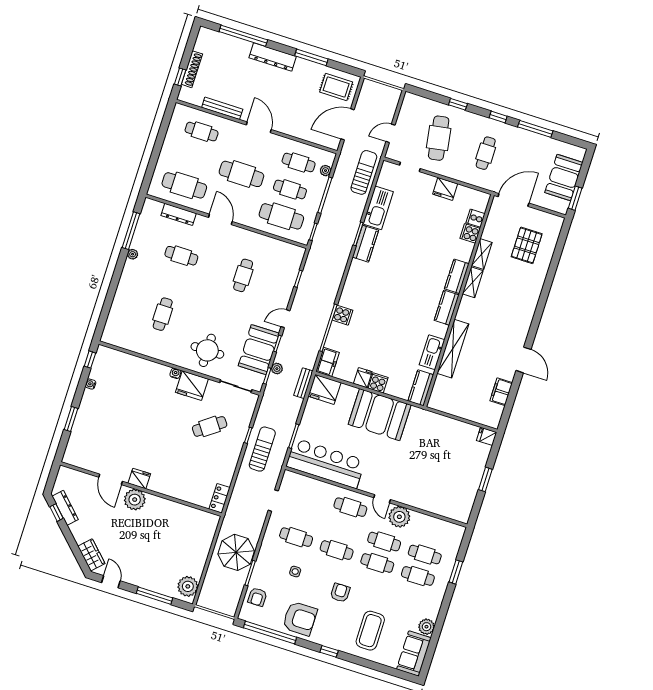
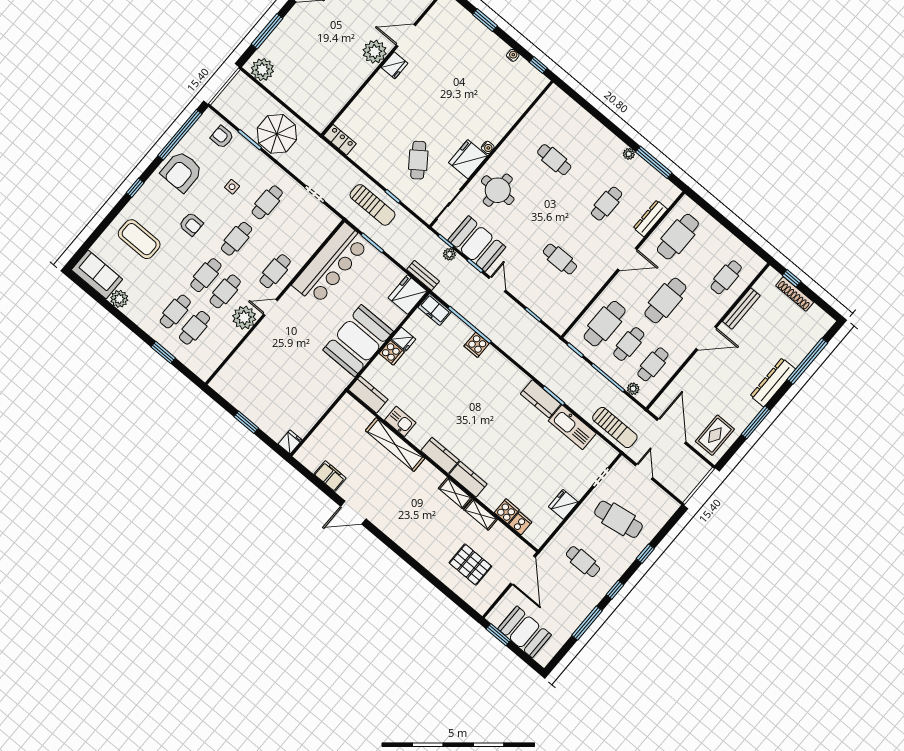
kitchen sink: (432, 352) -> (400, 421), width x0.73

